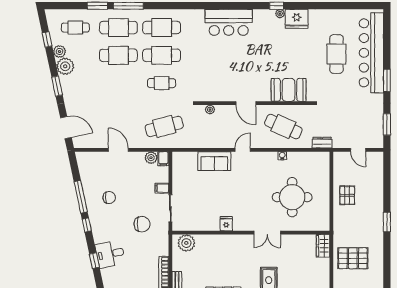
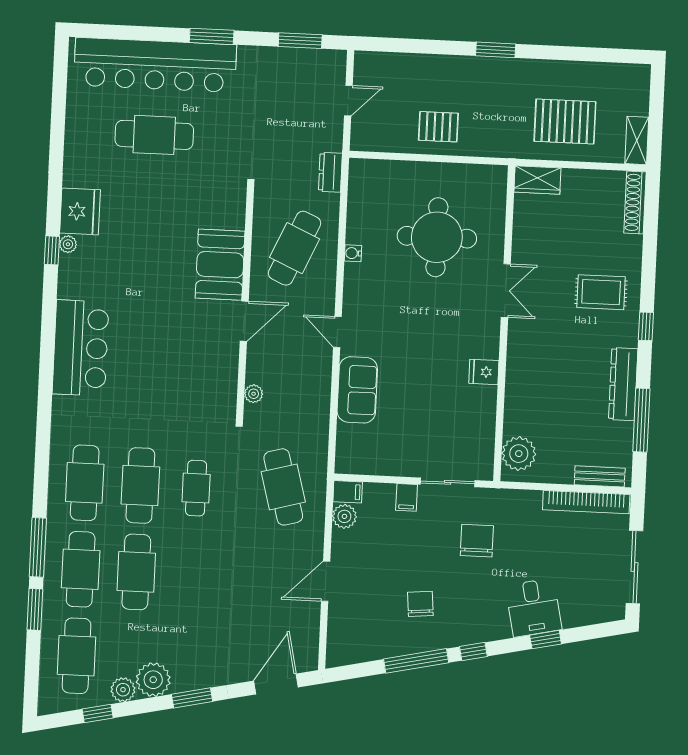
cafe table: (75, 28) -> (77, 656), width x1.37, depth x1.35
booth: (289, 90) -> (220, 265), moved
pallet: (353, 258) -> (565, 121), turned 90

